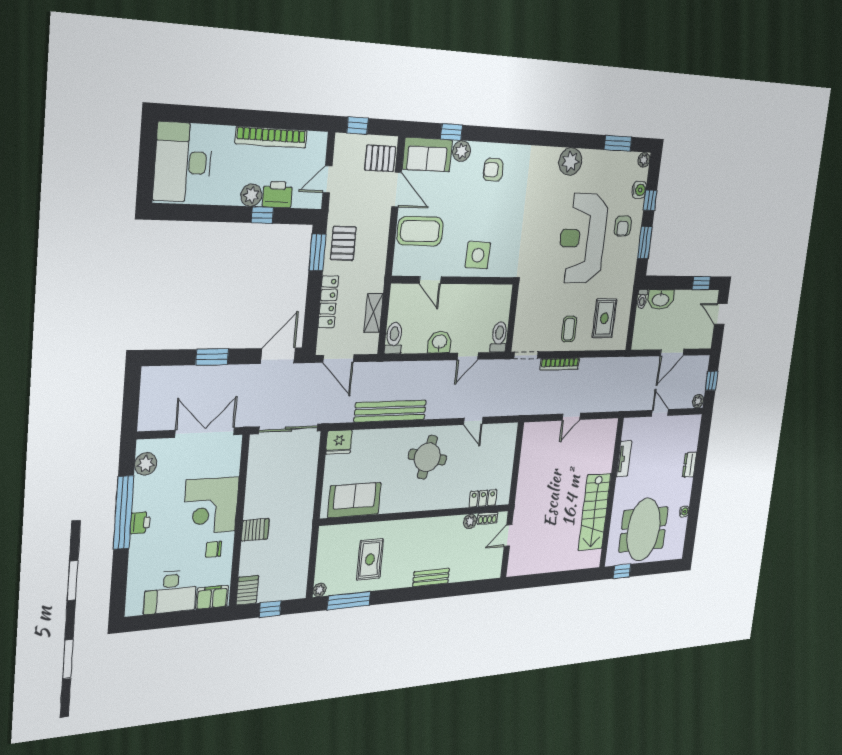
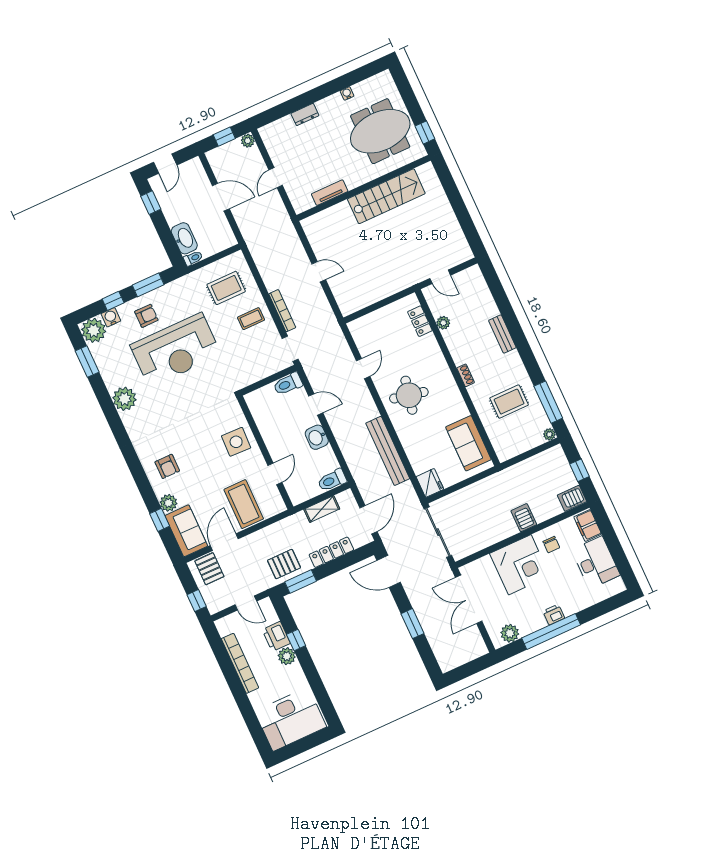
plant: (644, 160) -> (94, 330), width x1.87, depth x1.87
shoe rack: (488, 518) -> (466, 375), moved

